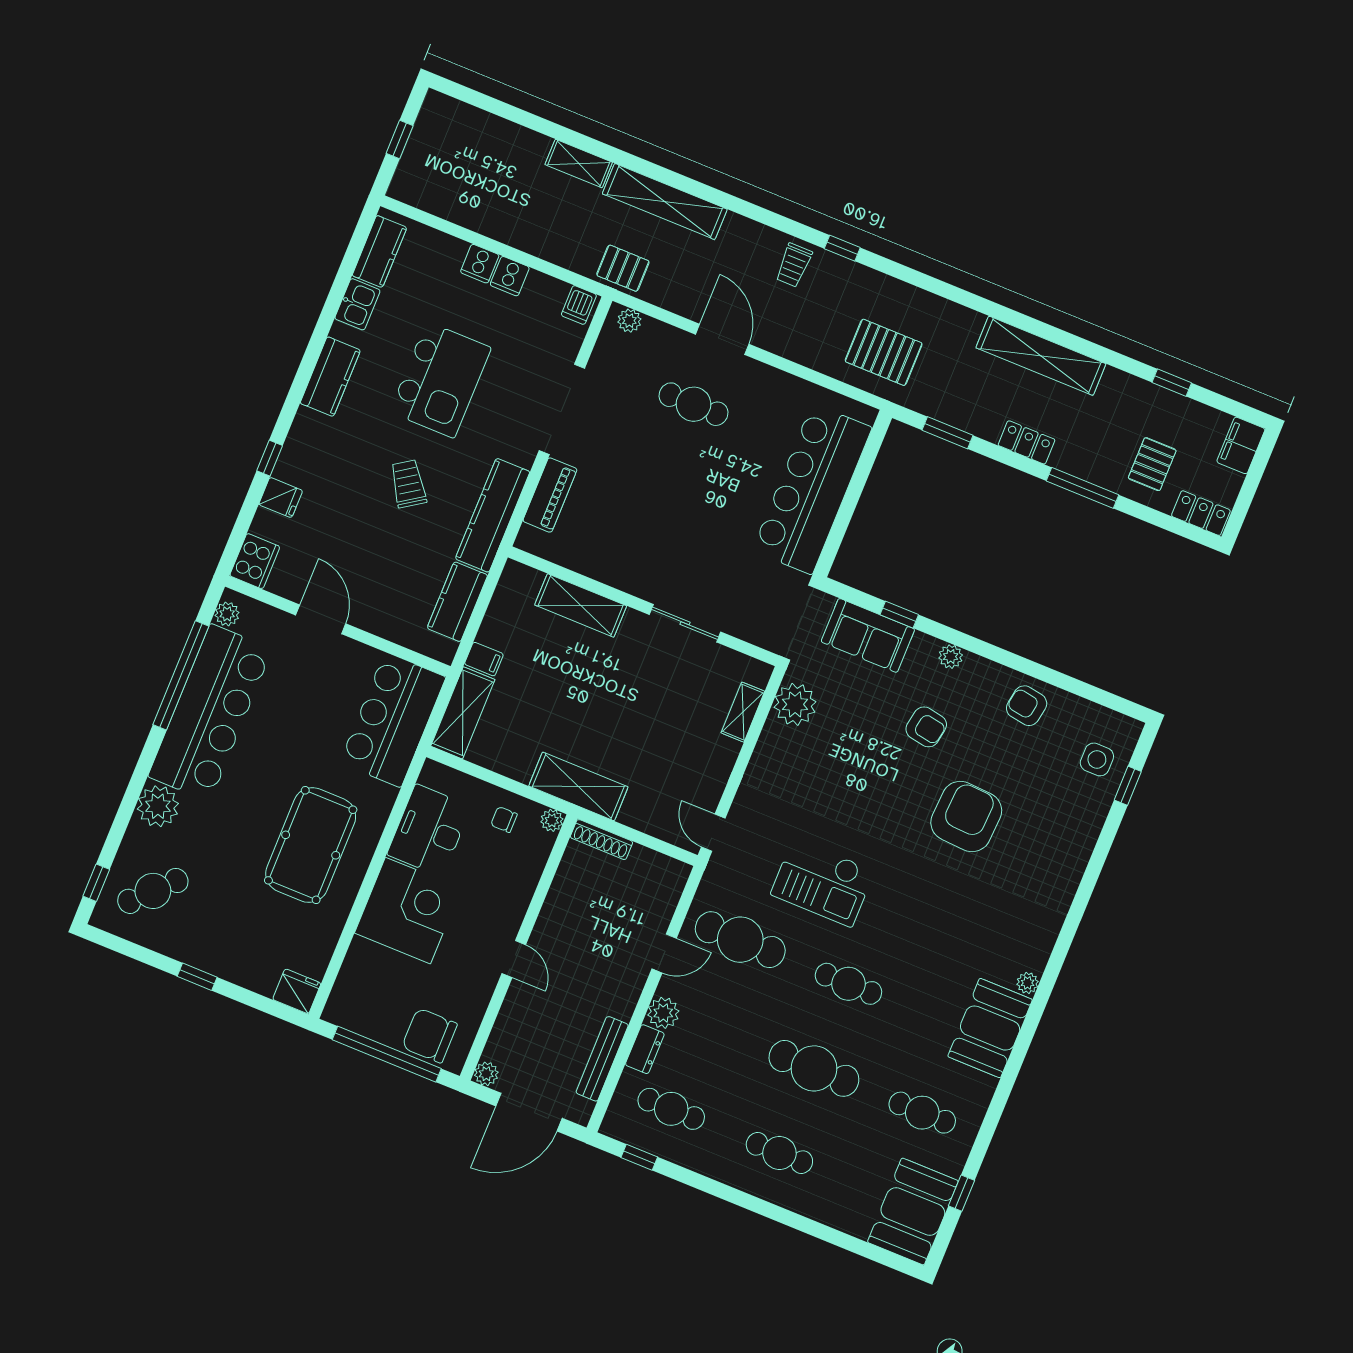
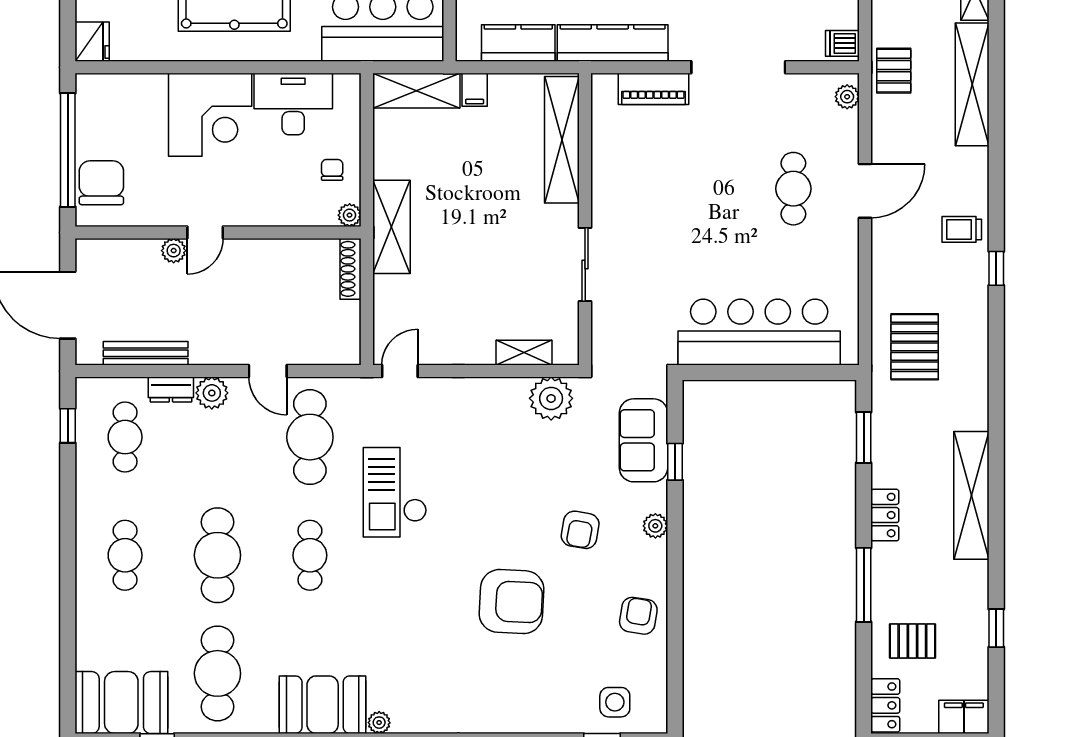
shelving: (581, 605) -> (562, 140), width x1.47
plant: (486, 1074) -> (174, 251), moved
cafe table: (922, 1113) -> (217, 673), width x1.37, depth x1.35

